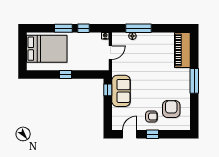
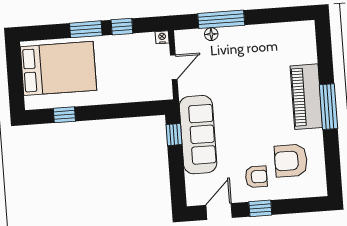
piano: (182, 50) -> (306, 97), moved
window: (65, 75) -> (64, 115), moved
sofa: (121, 91) -> (198, 135), width x1.36
armchair: (171, 109) -> (291, 161), turned -90

